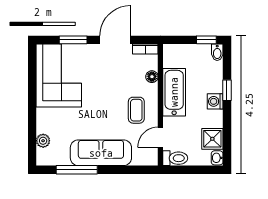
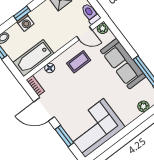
bathtub: (174, 92) -> (33, 58), moved
washing machine: (215, 101) -> (25, 23), moved
plant: (151, 159) -> (103, 28), added

